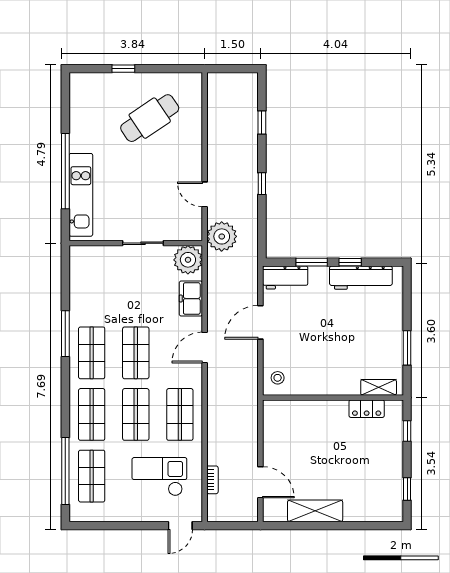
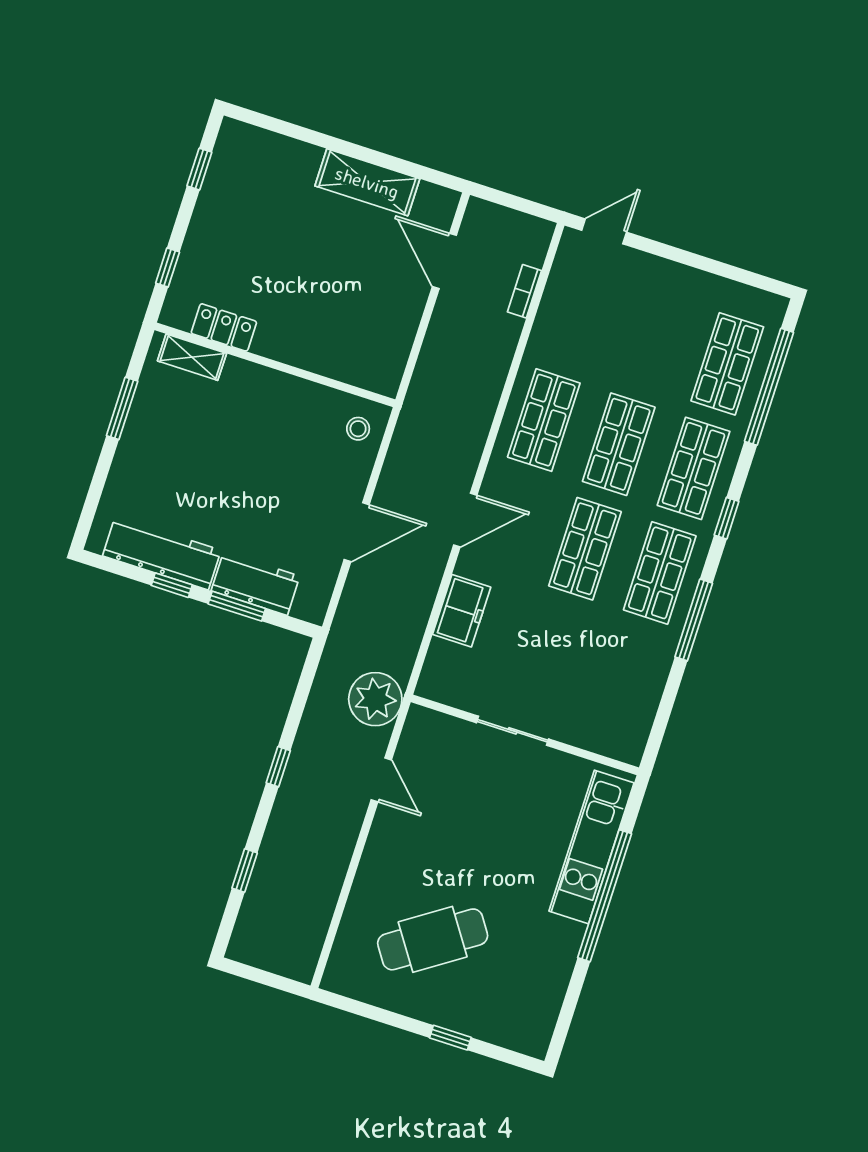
plant: (188, 260) -> (445, 678), removed
workbench: (285, 278) -> (255, 583), moved
window: (65, 394) -> (727, 518), added
checkout: (159, 477) -> (613, 326), removed

